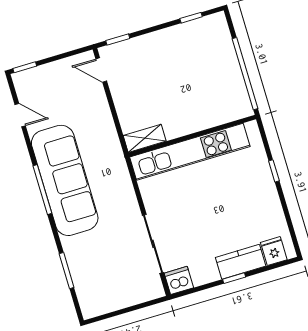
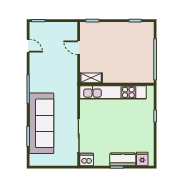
door: (101, 70) -> (79, 48), moved
sofa: (65, 180) -> (41, 123), moved

